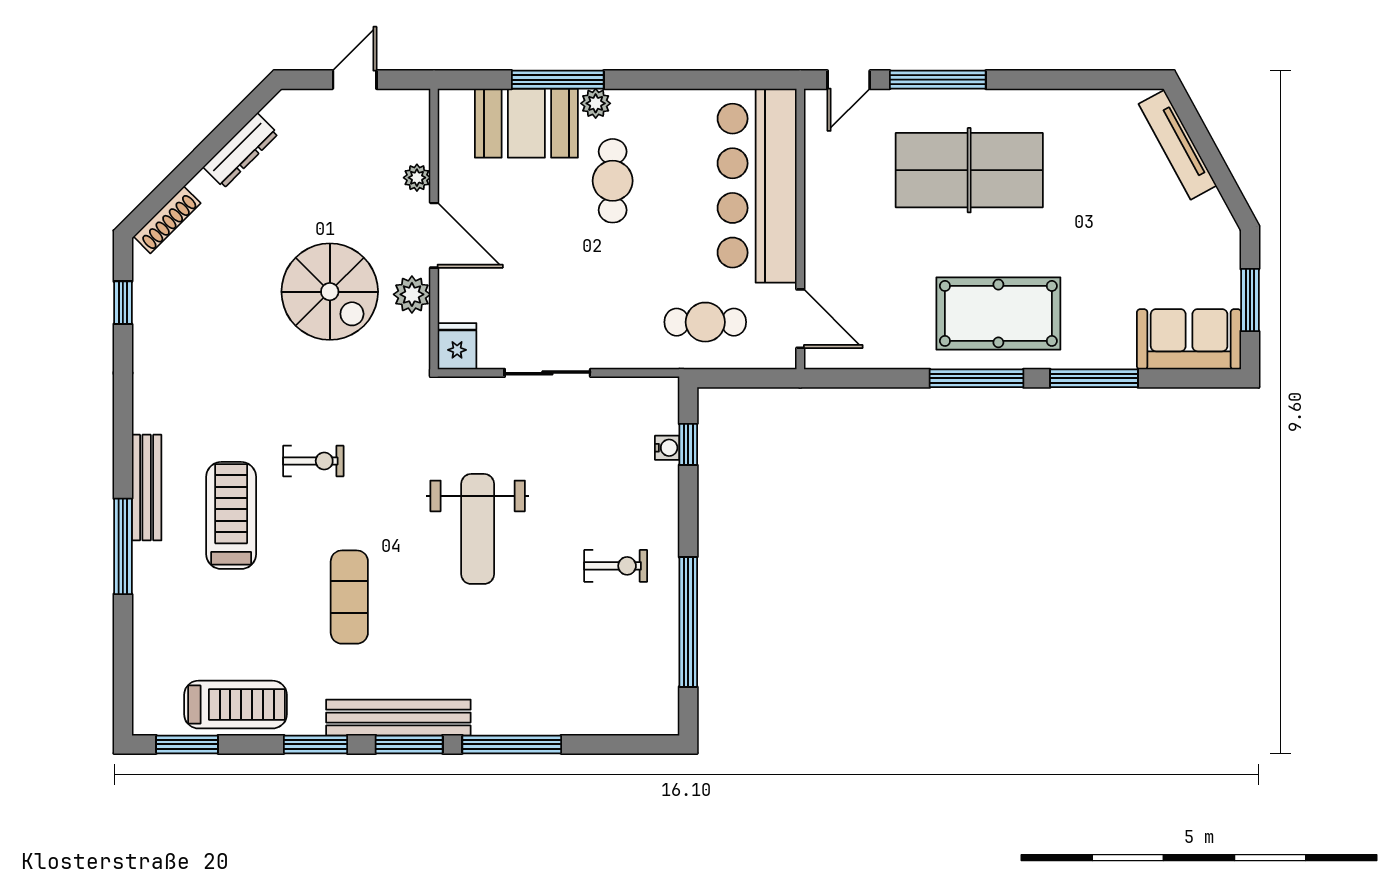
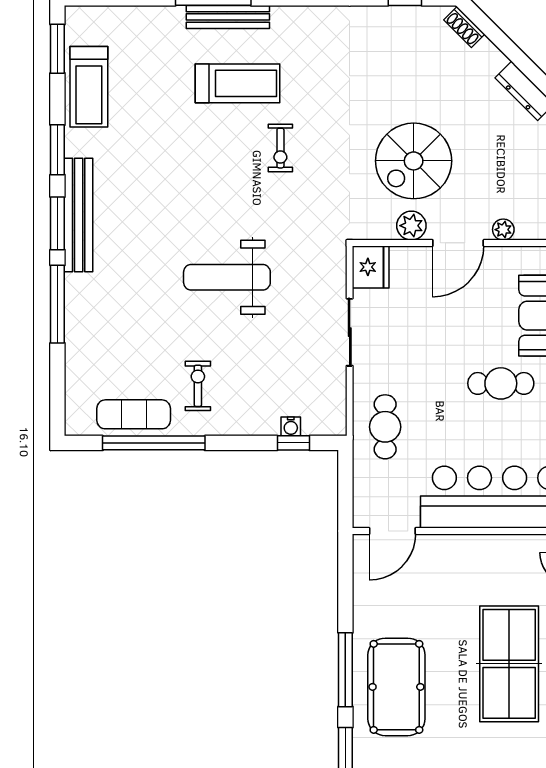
shoe rack: (167, 220) -> (464, 27), width x0.70
cafe table: (705, 322) -> (385, 427), moved
fridge: (457, 346) -> (371, 267), width x1.38
bench: (147, 488) -> (228, 17), moved
exercise bike: (616, 566) -> (198, 386), turned 180
exercise mat: (349, 597) -> (134, 414), moved

